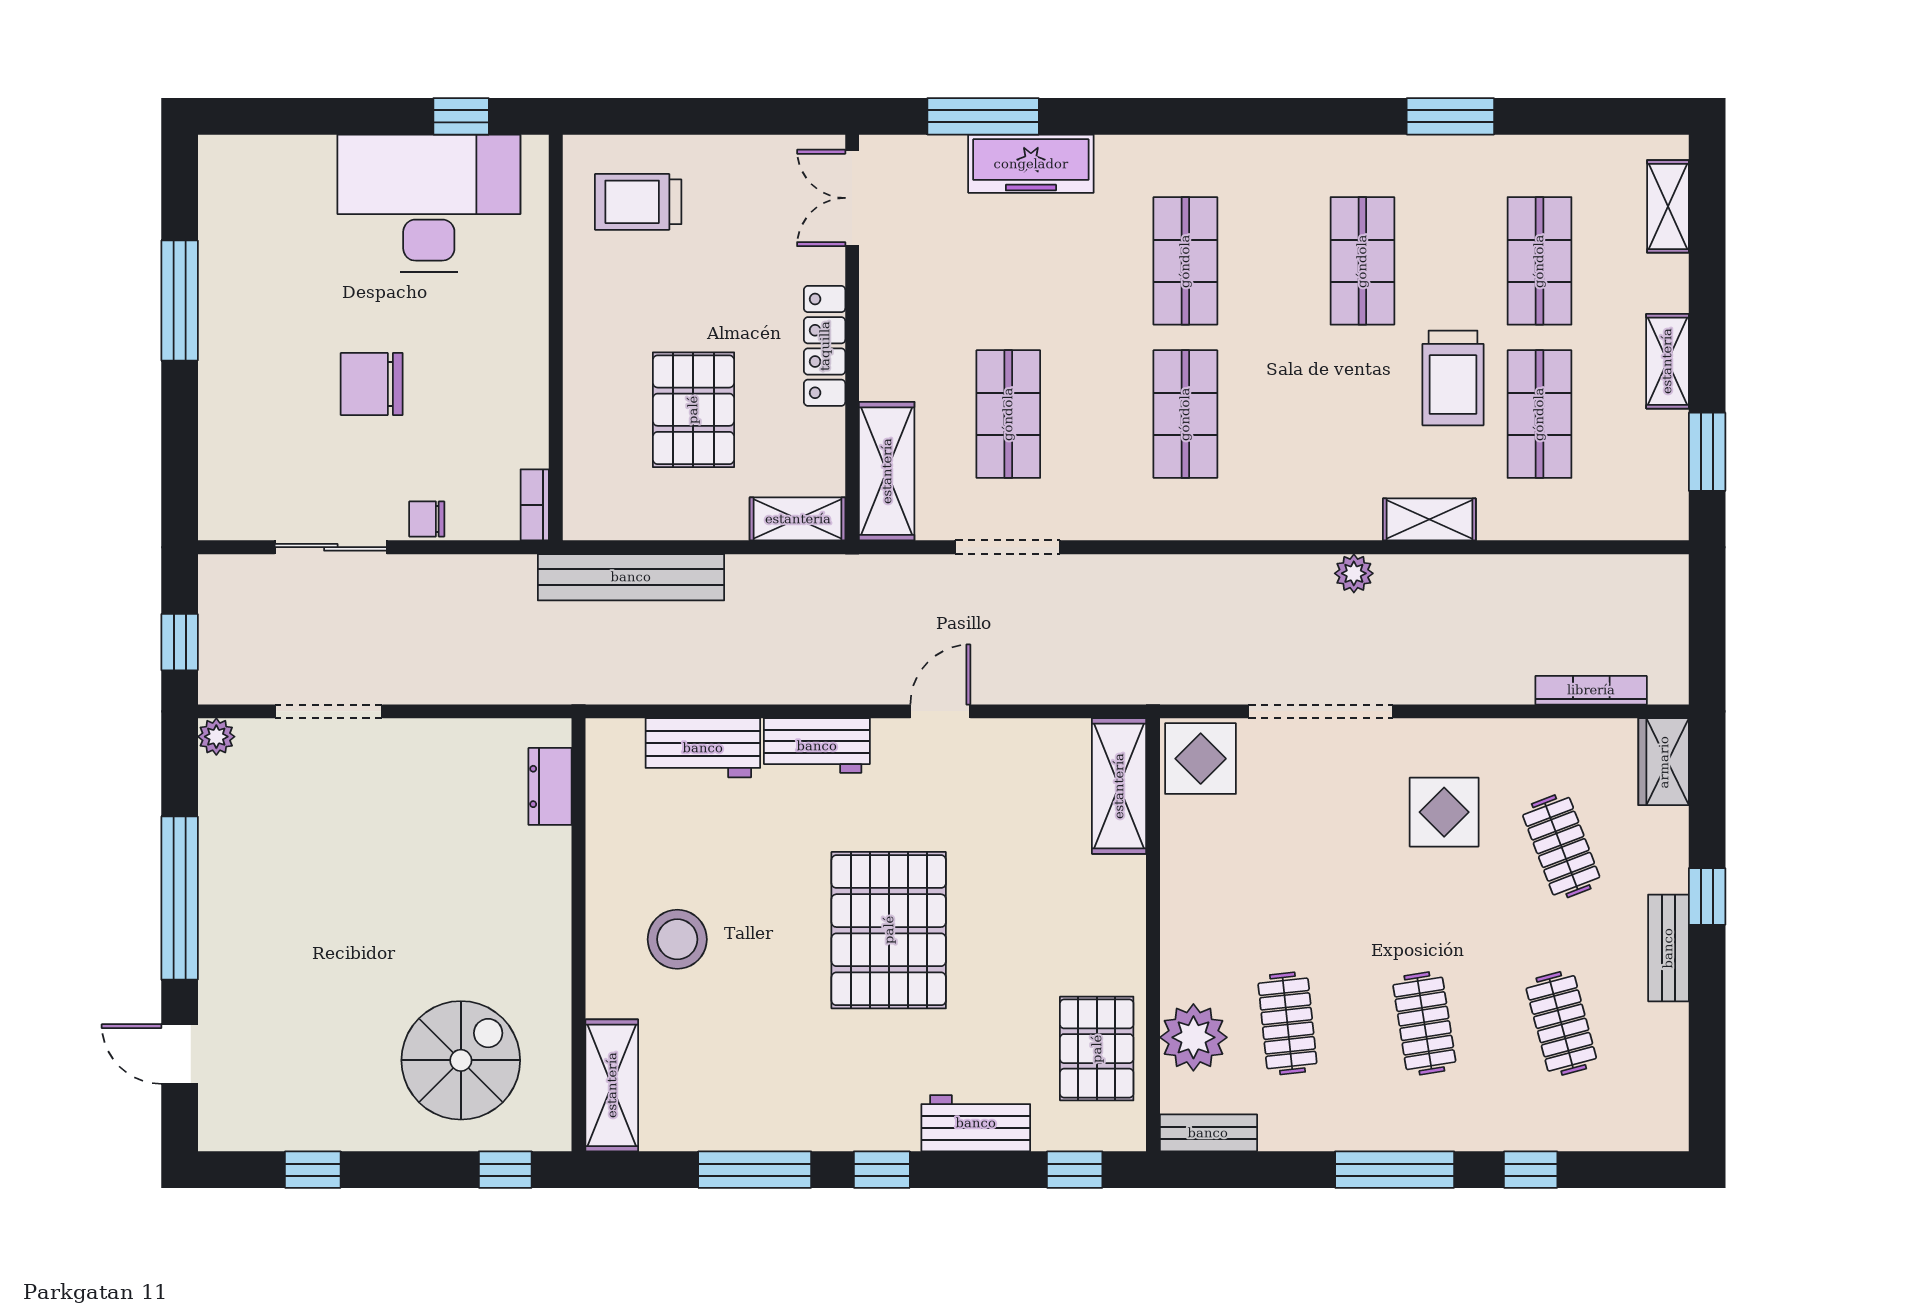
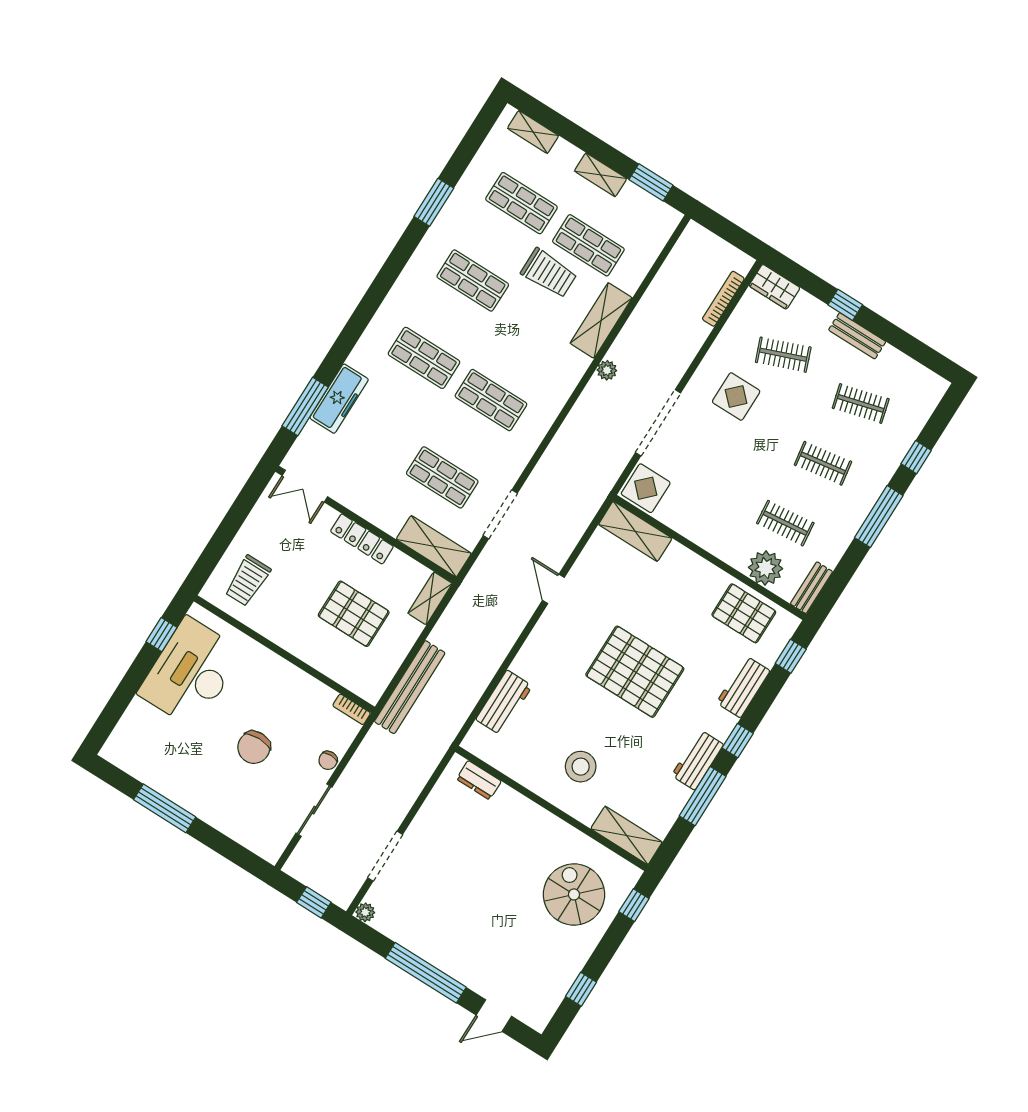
shelving: (1429, 519) -> (601, 320), width x1.50, depth x1.33
workbench: (817, 746) -> (698, 760), moved, turned 180

